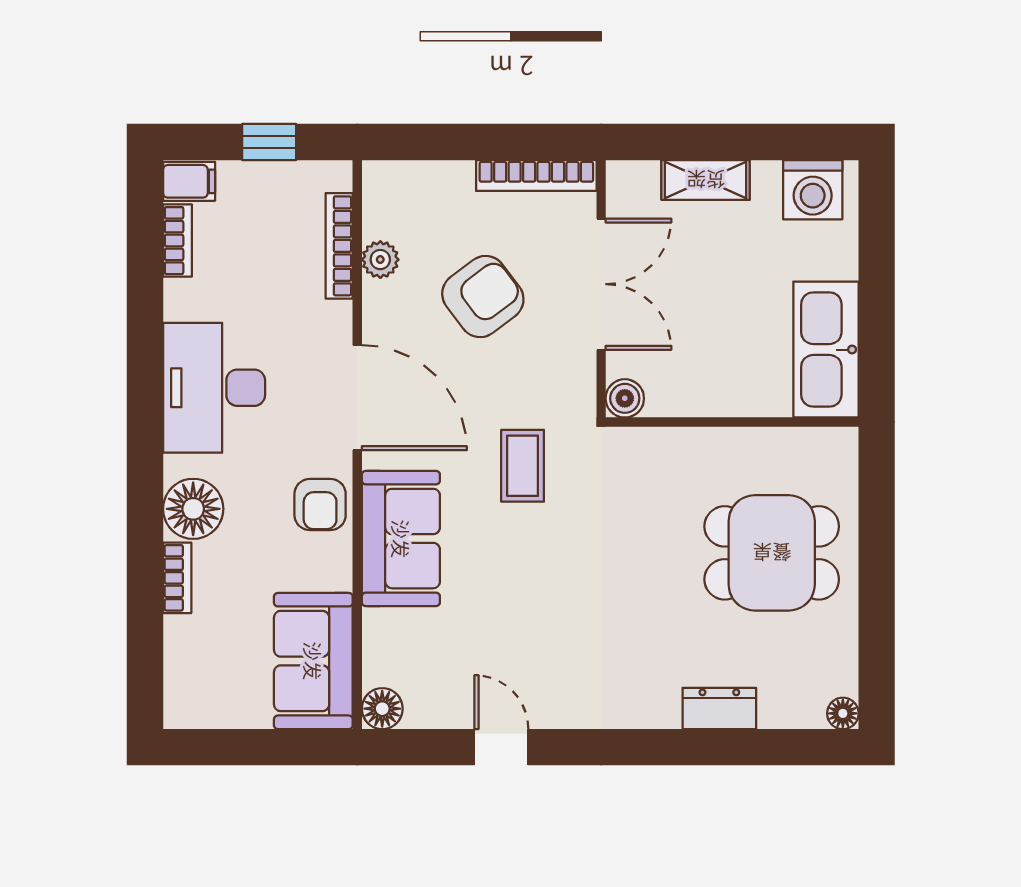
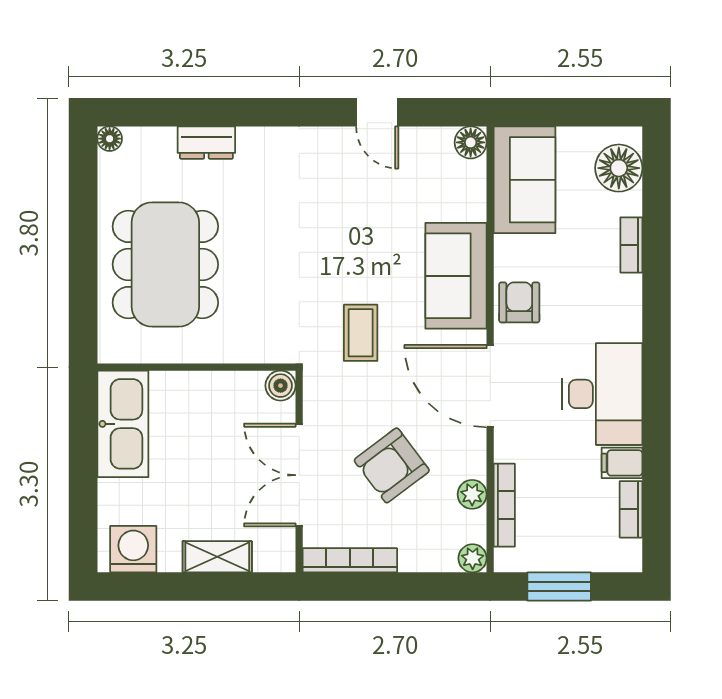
window: (269, 142) -> (559, 586), width x1.50
plant: (380, 178) -> (473, 558), added
filing cabinet: (189, 181) -> (622, 463), moved
floor lamp: (193, 509) -> (619, 168), moved
dining table: (772, 553) -> (165, 264), width x1.38

